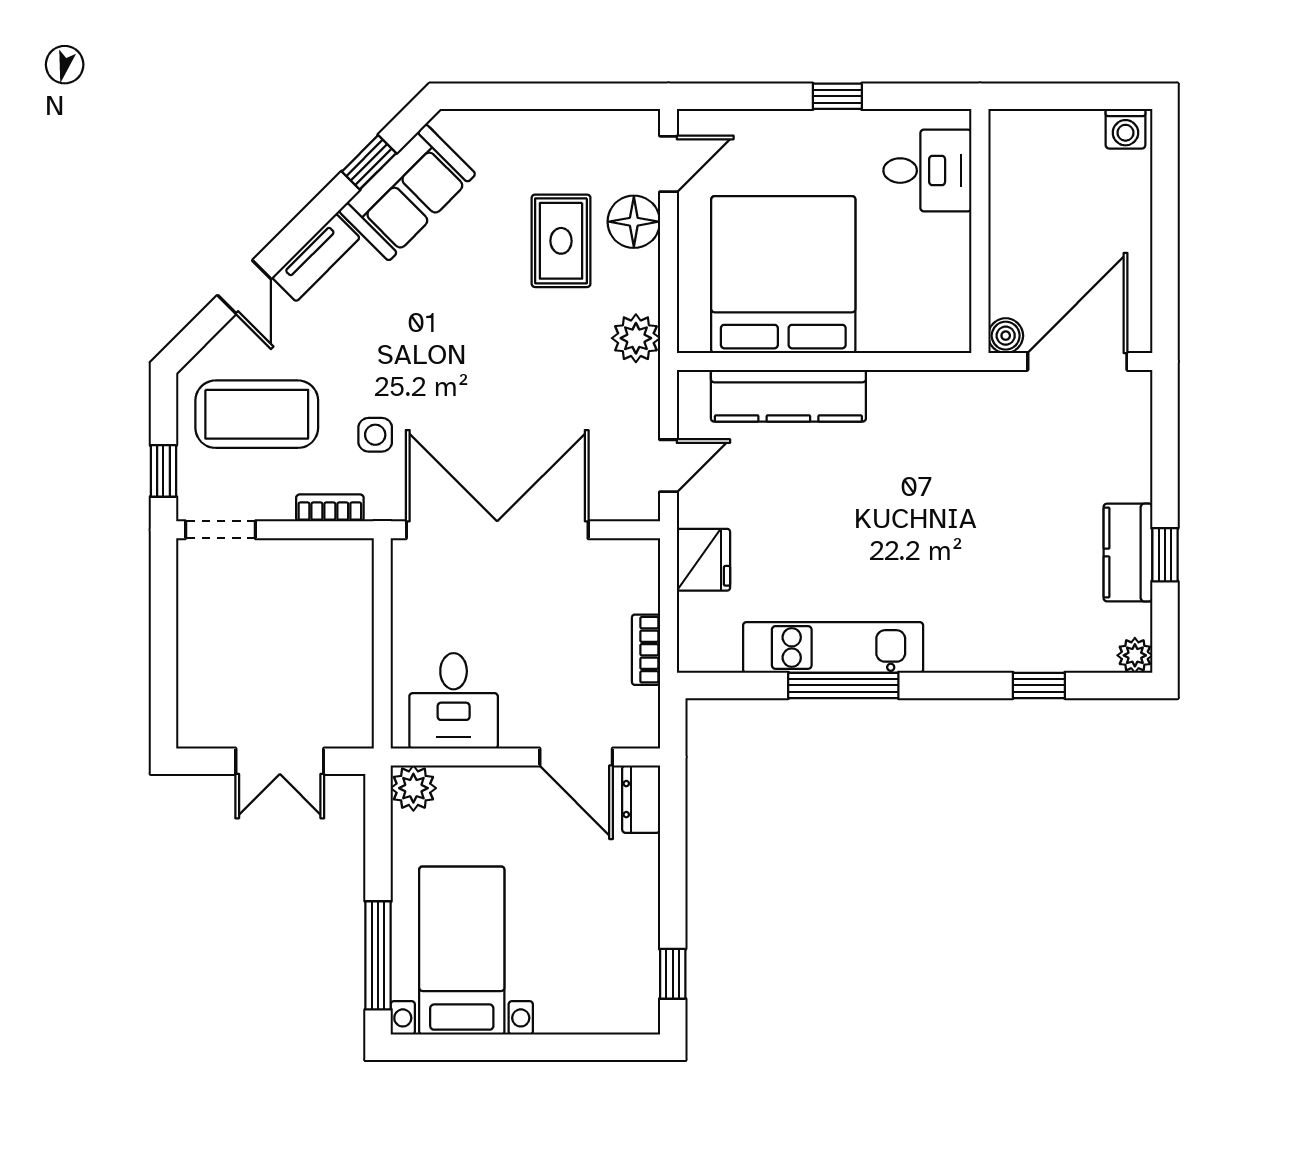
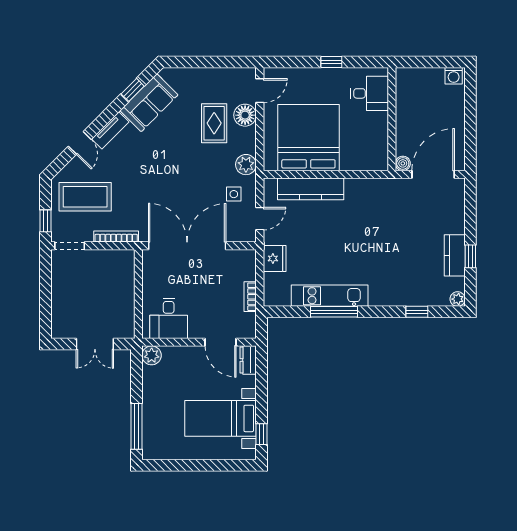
side table: (375, 435) -> (234, 194), moved
bookcase: (330, 508) -> (116, 237), width x1.56
bed with nightstands: (462, 951) -> (221, 418), moved, turned -90

